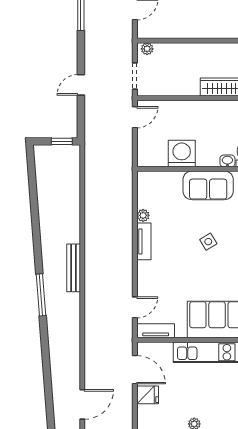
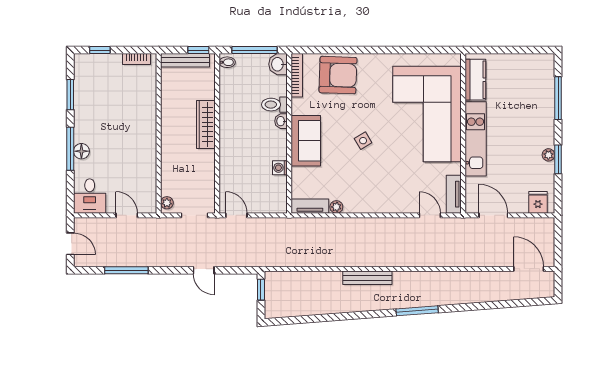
washing machine: (182, 154) -> (280, 168), width x0.53, depth x0.53
tv unit: (144, 241) -> (310, 206), moved
bench: (74, 268) -> (367, 278), moved
door: (135, 370) -> (493, 215), hinge flipped
fridge: (148, 395) -> (538, 202), moved

